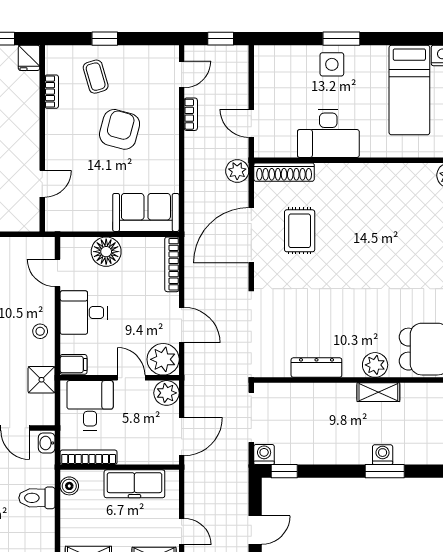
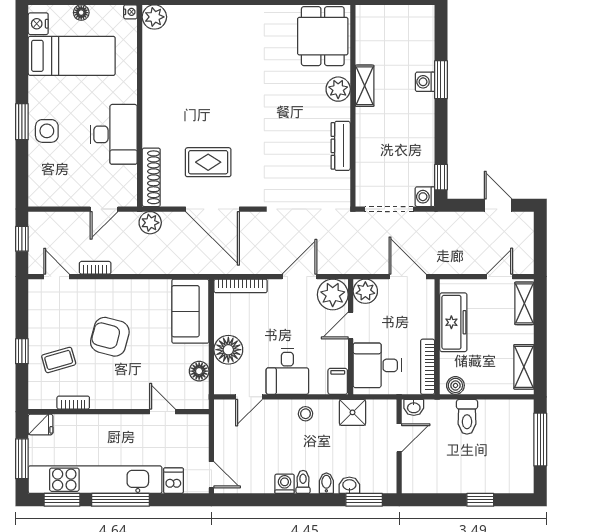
floor lamp: (84, 221) -> (199, 371), added

